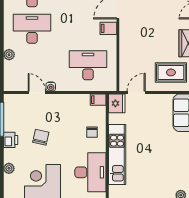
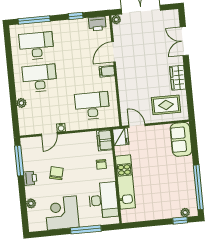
door: (37, 93) -> (49, 134), swing flipped
door: (136, 93) -> (137, 126), hinge flipped
filing cabinet: (98, 100) -> (105, 140), width x2.00

